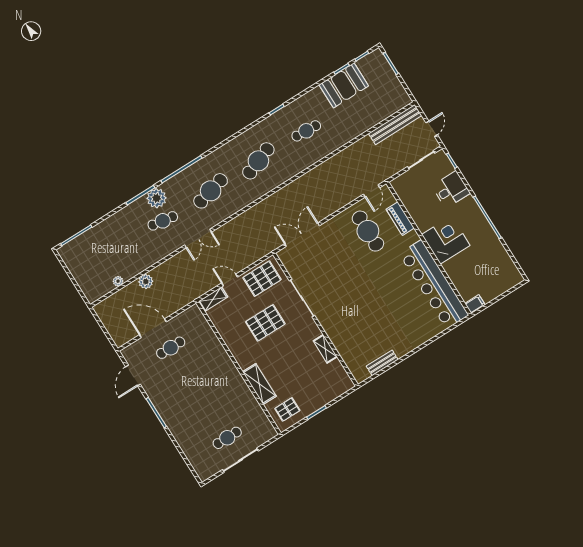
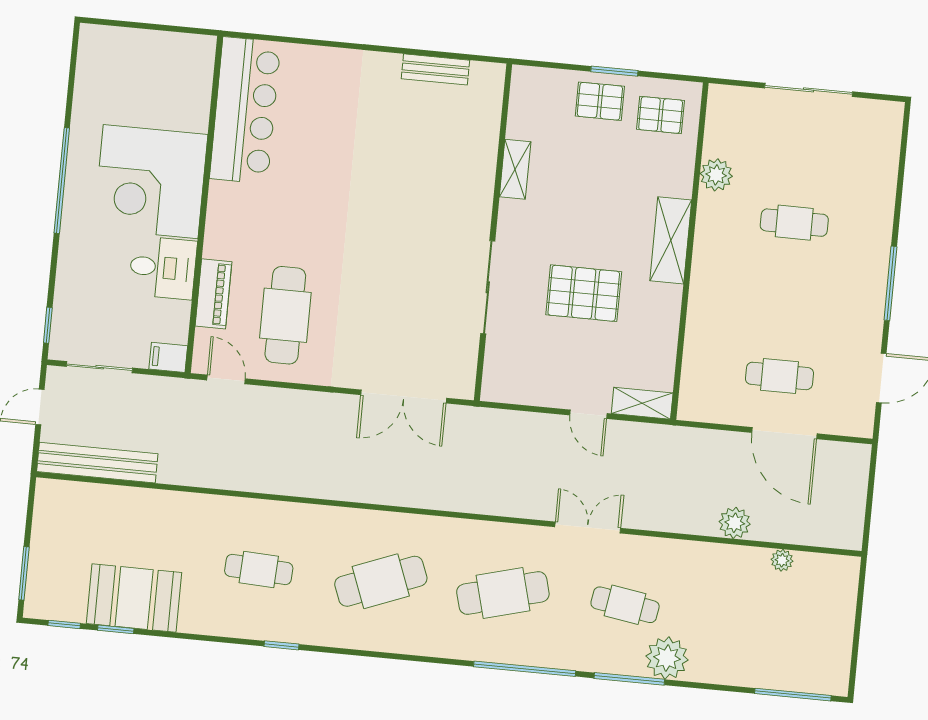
desk: (451, 190) -> (163, 268), moved, turned 180
door: (372, 191) -> (226, 379), hinge flipped
plant: (157, 198) -> (667, 658), moved
corner desk: (446, 240) -> (151, 182), width x1.36, depth x1.36
pallet: (262, 279) -> (600, 101), moved, width x0.67, depth x0.71
bar counter: (434, 284) -> (245, 110), width x0.73
filing cabinet: (475, 304) -> (168, 357), moved
shelving: (259, 384) -> (671, 240), moved
plant: (250, 403) -> (716, 175), added
cafe table: (227, 438) -> (794, 223), moved

